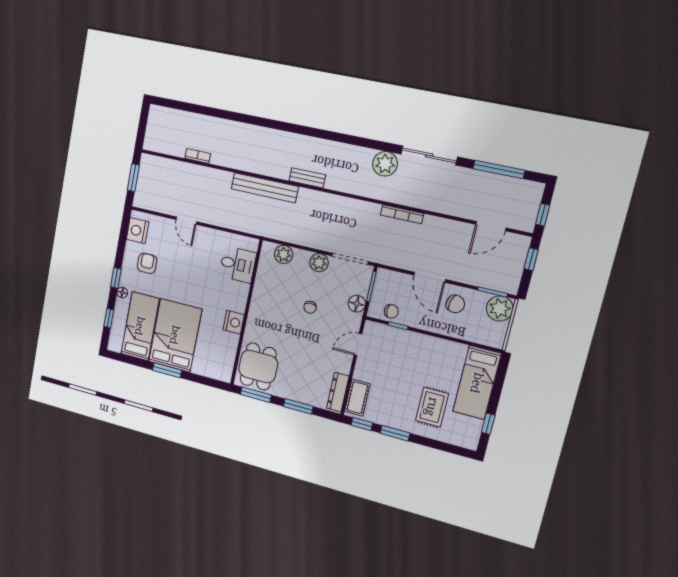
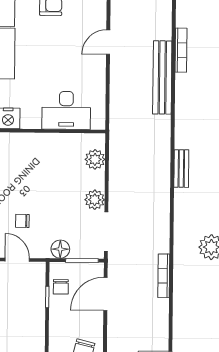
bookcase: (198, 156) -> (181, 50), width x1.56
bench: (265, 188) -> (162, 77), moved
desk: (238, 264) -> (66, 110), width x1.37
door: (430, 277) -> (105, 294), moved
chair: (310, 307) -> (22, 221), moved

